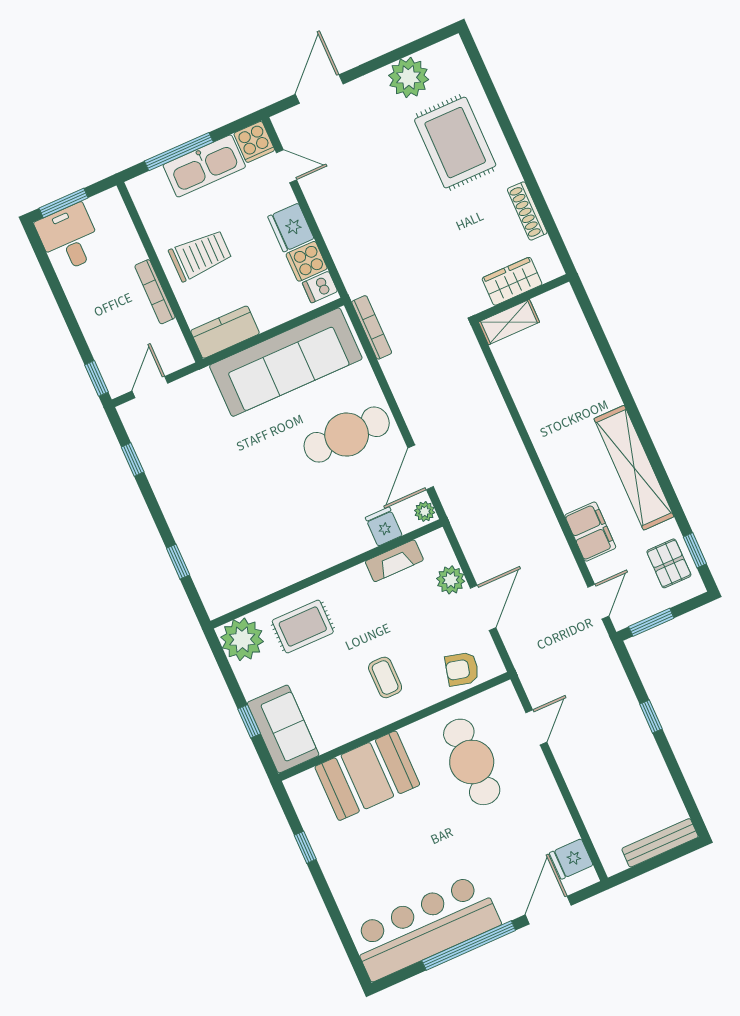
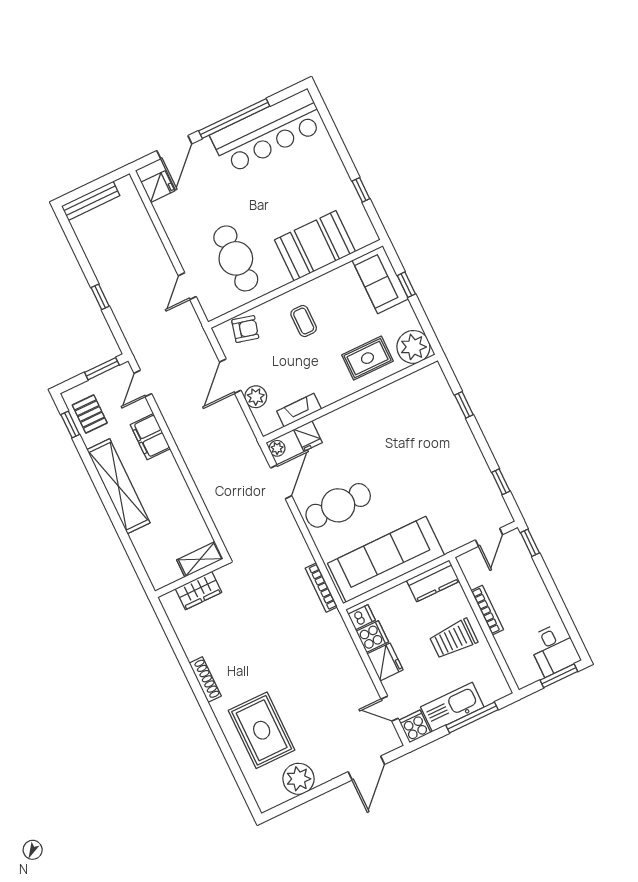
wardrobe: (512, 281) -> (198, 591), moved
wall: (522, 298) -> (190, 578), moved
shelving: (509, 322) -> (200, 559), moved

